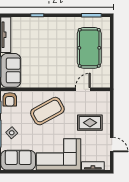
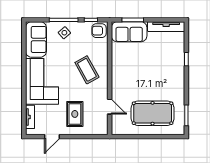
coffee table: (47, 111) -> (87, 70), width x0.73, depth x0.76

